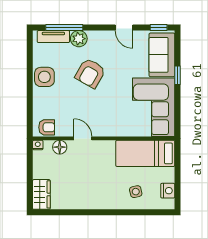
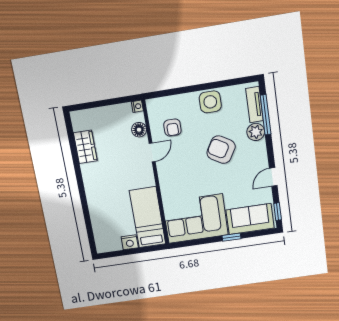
armchair: (47, 127) -> (172, 127), moved
nightstand: (168, 191) -> (130, 242), moved
side table: (136, 192) -> (108, 214), removed
wardrobe: (41, 194) -> (85, 147), moved, turned -90

